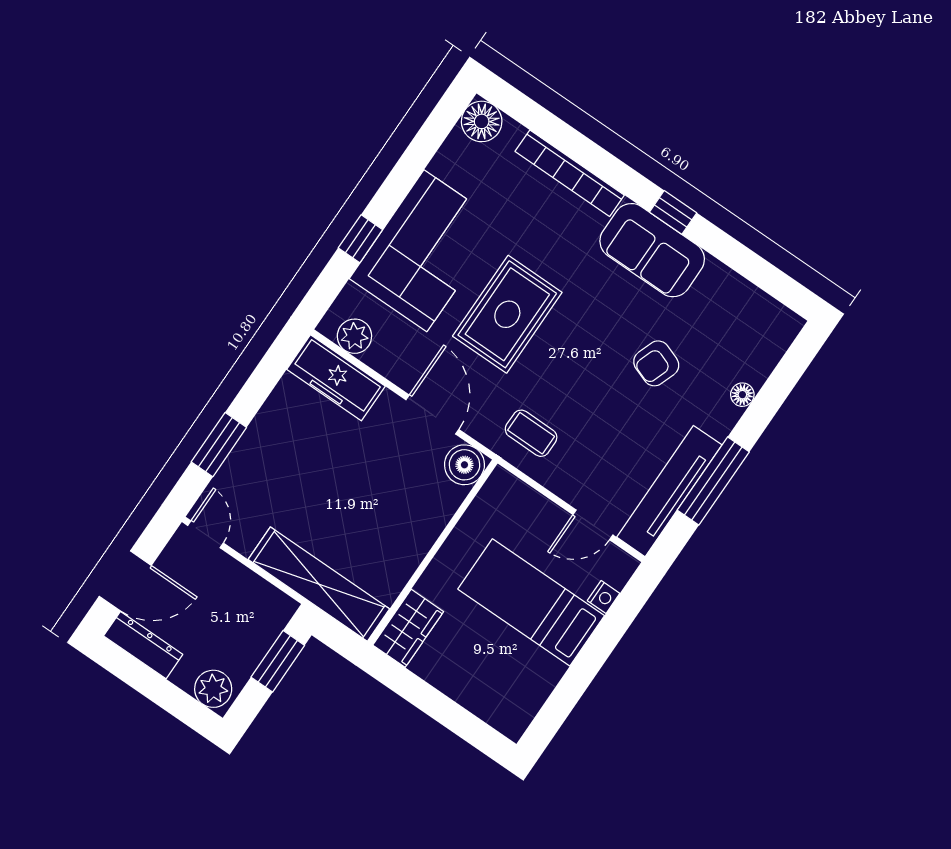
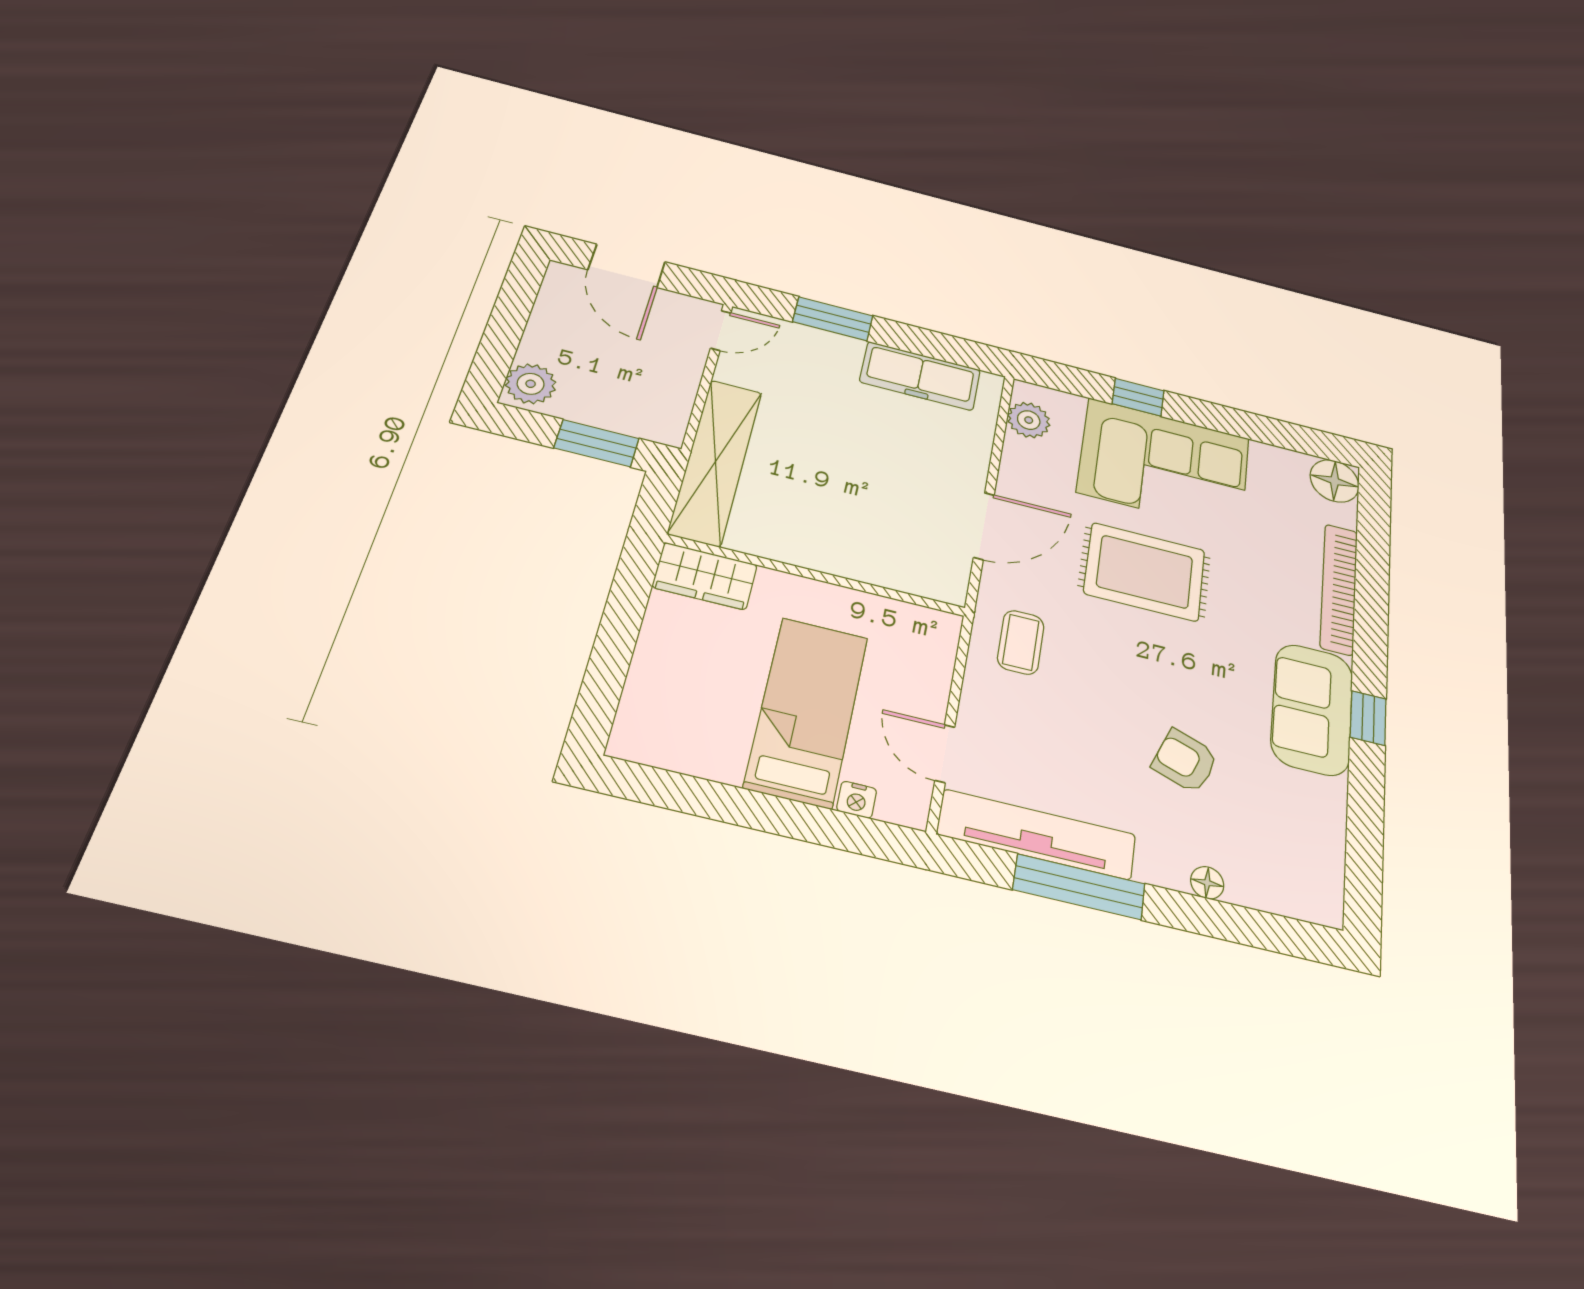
freezer: (336, 378) -> (920, 376), moved, turned -90
boiler: (464, 465) -> (943, 579), removed
dresser: (143, 645) -> (555, 300), removed

